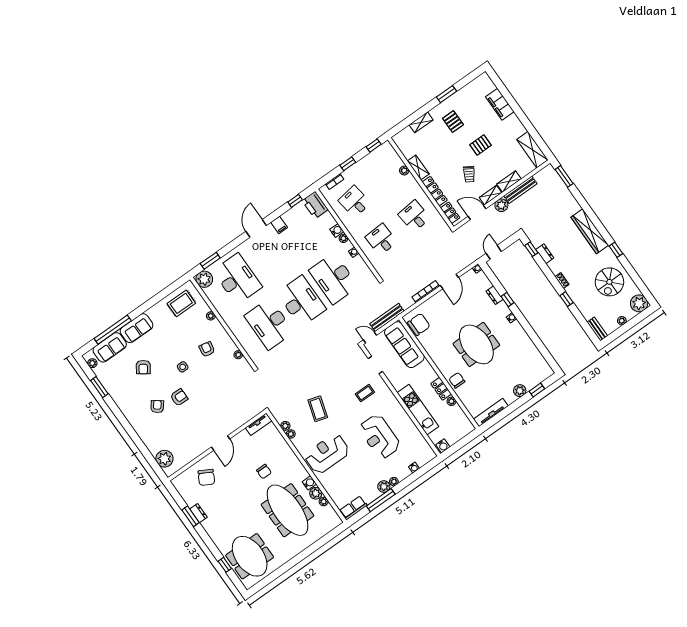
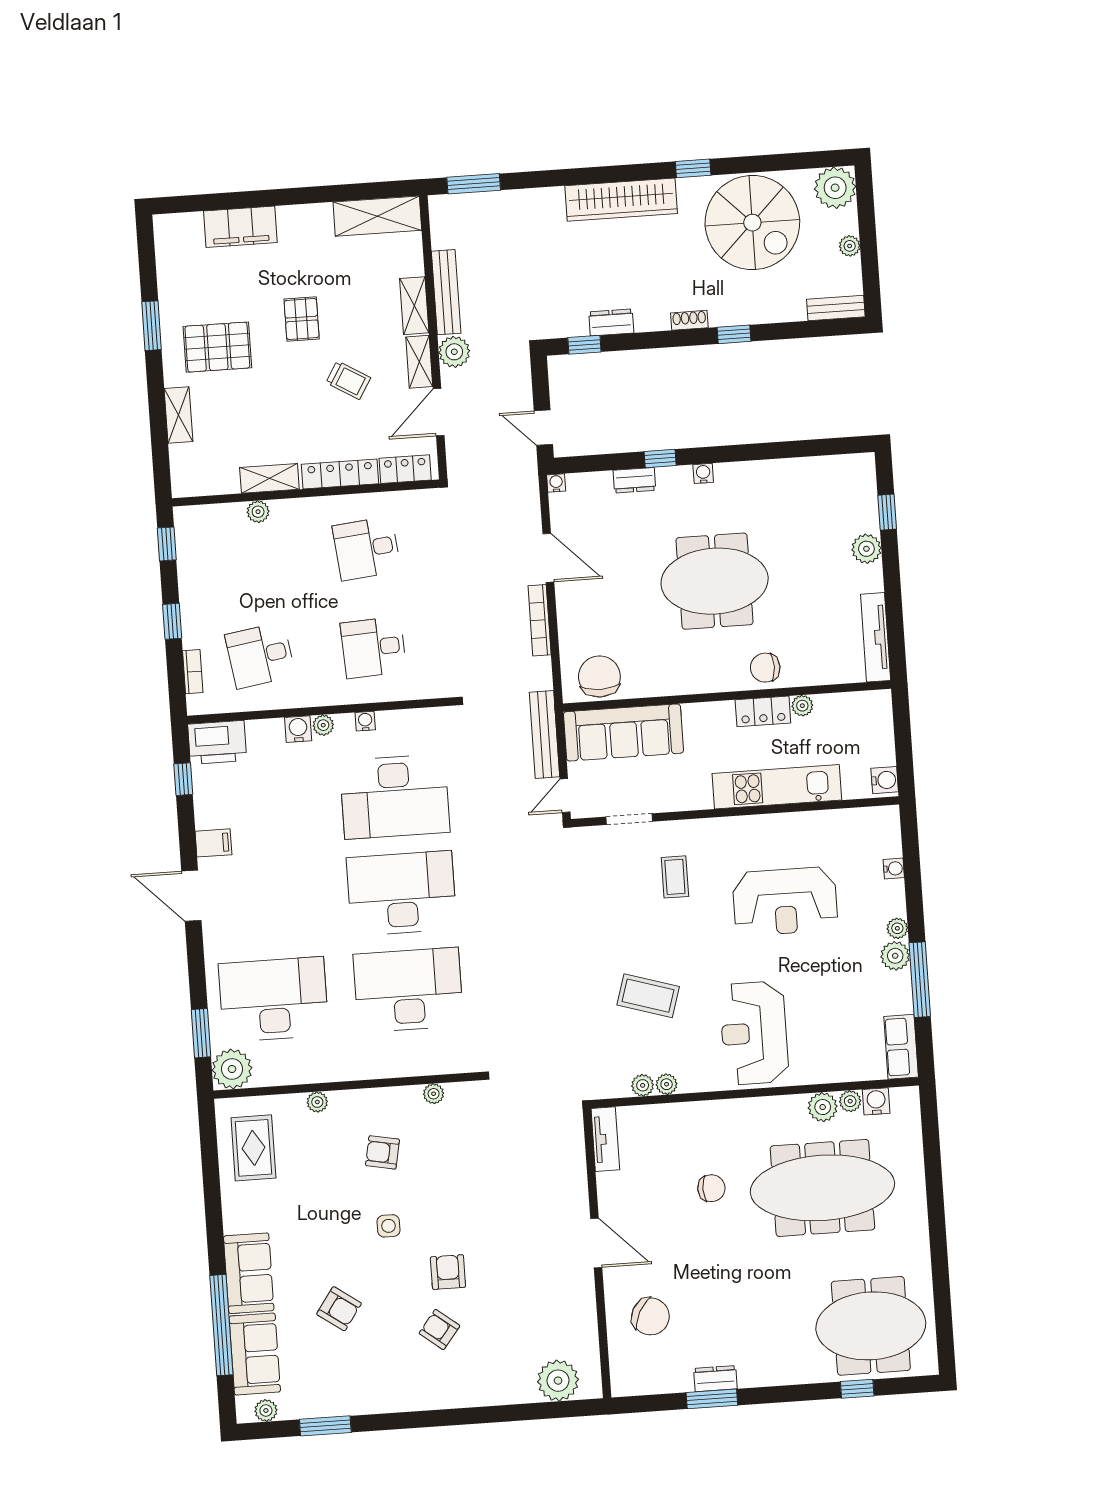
pallet: (453, 122) -> (217, 347), width x1.50, depth x1.42
spiral stairs: (609, 282) -> (752, 223), width x1.37, depth x1.37
desk: (269, 324) -> (408, 990), turned 180
water cooler: (309, 483) -> (876, 1101), moved

